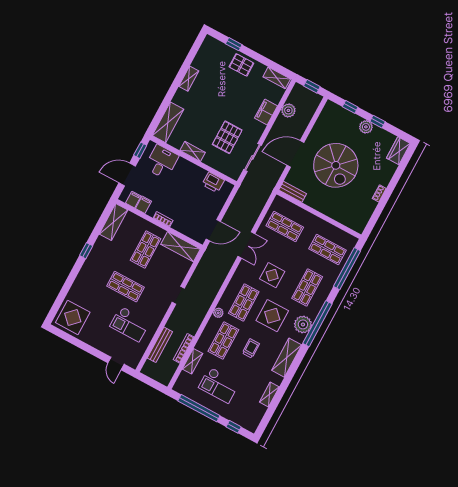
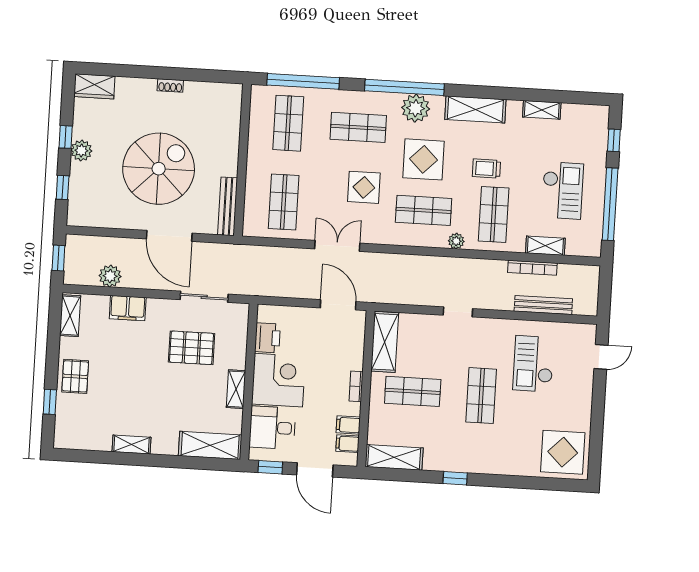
corner desk: (187, 177) -> (278, 380), added
bench: (293, 192) -> (228, 206), width x1.36
checkout: (130, 324) -> (533, 364), turned 180
shop shelf: (223, 340) -> (494, 214), turned 90

